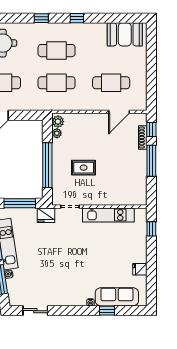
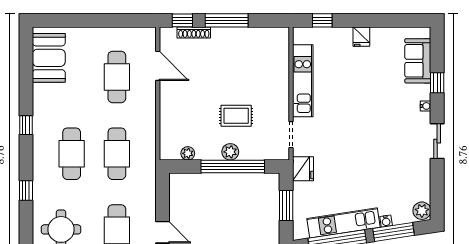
window: (41, 18) -> (26, 190), moved
plant: (58, 122) -> (230, 152), moved
rug: (84, 168) -> (236, 116), turned 90
window: (20, 203) -> (286, 206), width x0.69
fridge: (140, 269) -> (361, 37), moved
sofa: (117, 297) -> (418, 61), width x0.73
plant: (16, 300) -> (422, 211), added
sliding door: (35, 311) -> (437, 141), moved

